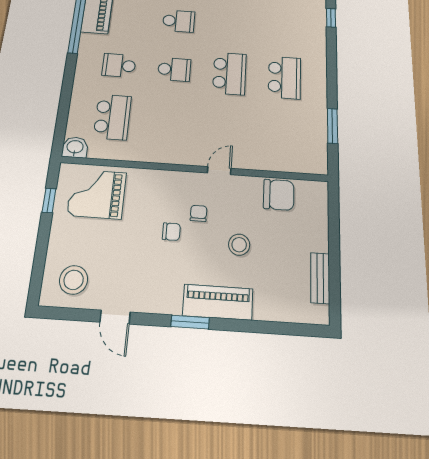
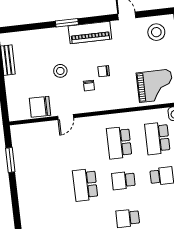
school desk: (284, 78) -> (119, 143), moved
door: (219, 171) -> (66, 117), moved
piano: (218, 302) -> (90, 32), moved
window: (190, 322) -> (67, 23), moved

